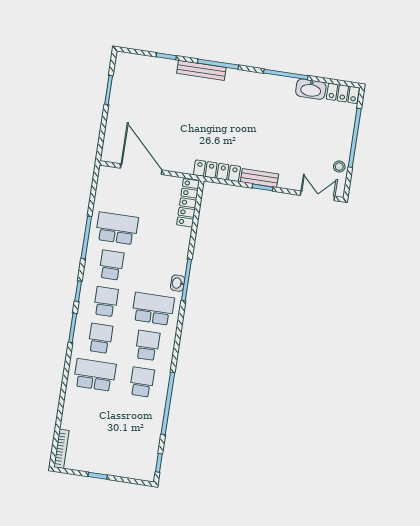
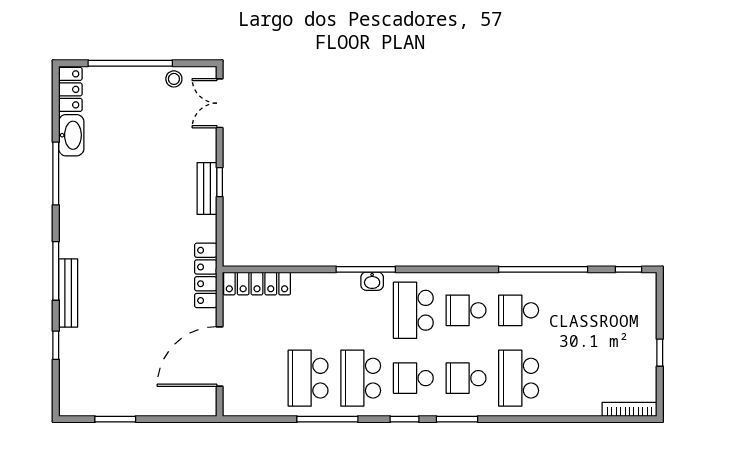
locker: (217, 171) -> (206, 275), moved
school desk: (111, 265) -> (361, 378), width x1.85

